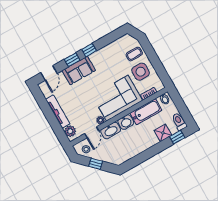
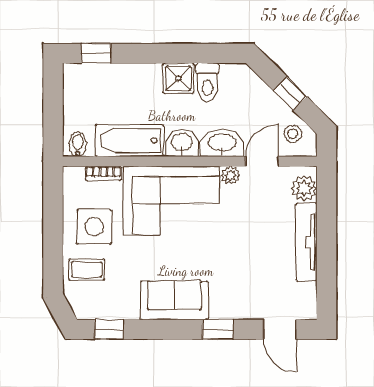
window: (89, 50) -> (109, 329), moved
sofa: (79, 70) -> (174, 300), moved
door: (49, 73) -> (280, 329), swing flipped
toilet: (179, 122) -> (207, 82), moved
shower: (163, 133) -> (178, 78), moved

